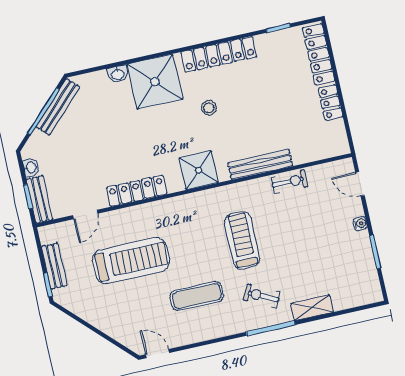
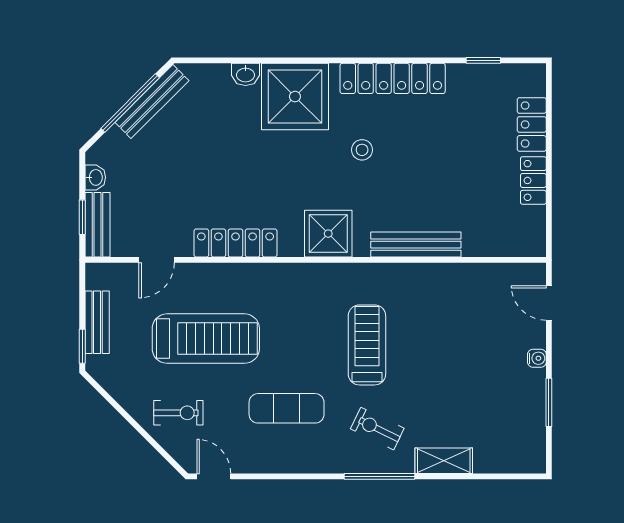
locker: (319, 54) -> (532, 124), width x0.66
exercise bike: (289, 182) -> (178, 413), moved

